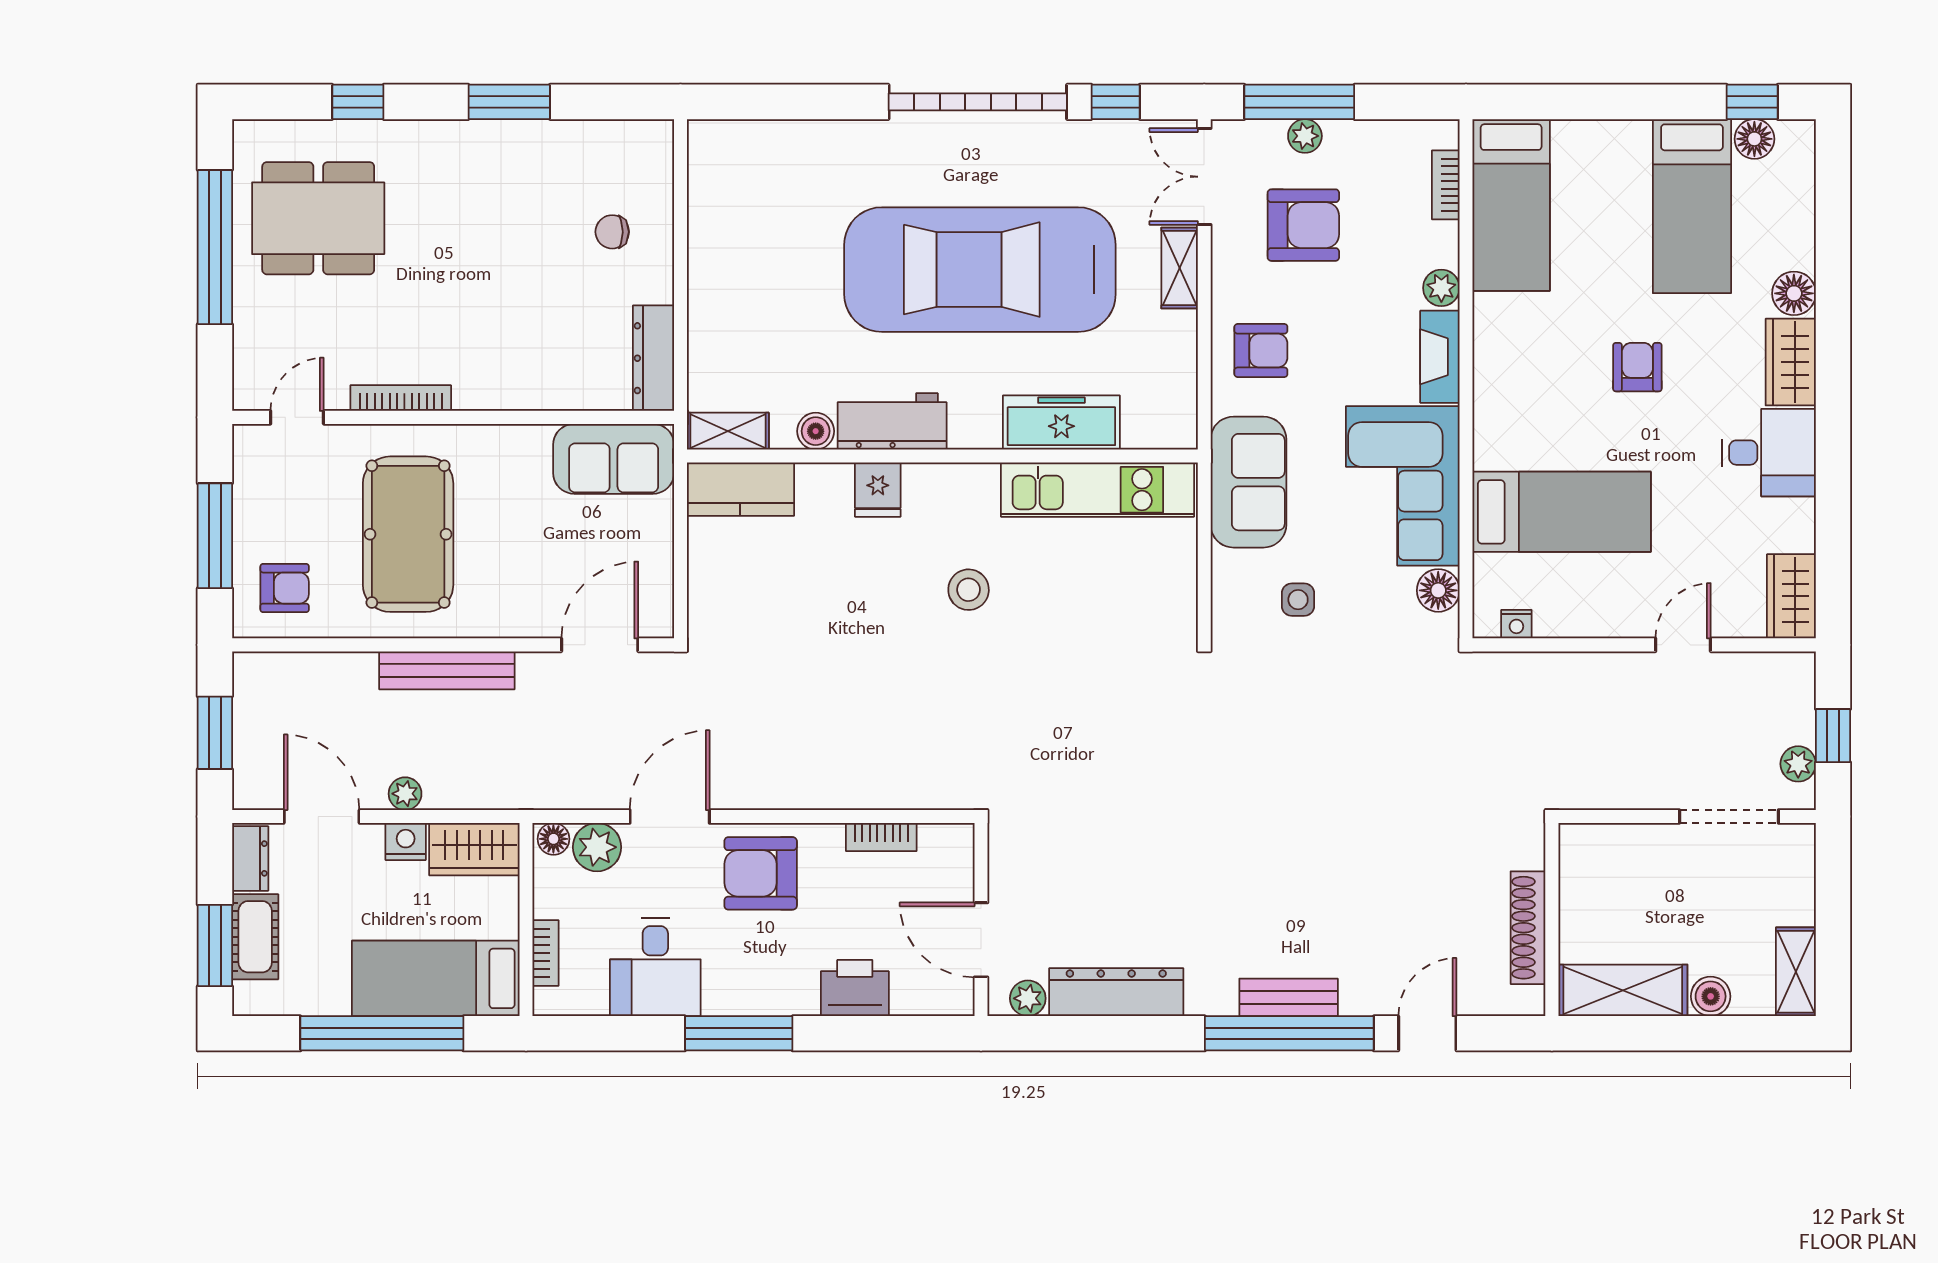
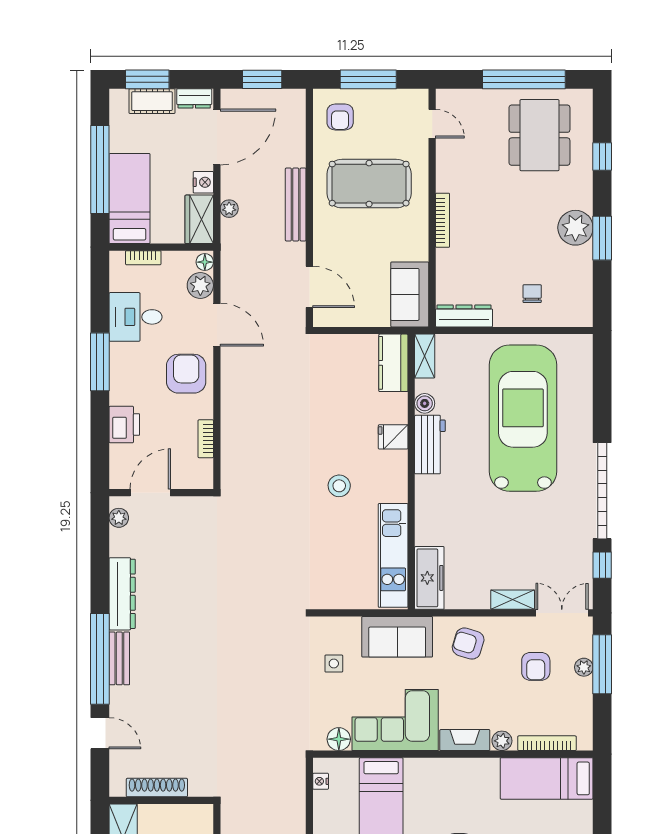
plant: (490, 152) -> (575, 228), added
bookcase: (1446, 185) -> (547, 743), width x1.56
armchair: (1303, 225) -> (536, 666), width x0.72, depth x0.72
car: (980, 270) -> (523, 418), moved
armchair: (1261, 351) -> (468, 644), turned 107
bookcase: (401, 398) -> (443, 220), moved
freezer: (1061, 422) -> (429, 578), moved
plant: (405, 794) -> (229, 209), moved
door: (322, 817) -> (217, 137), width x1.36
dresser: (1116, 992) -> (122, 594), moved

